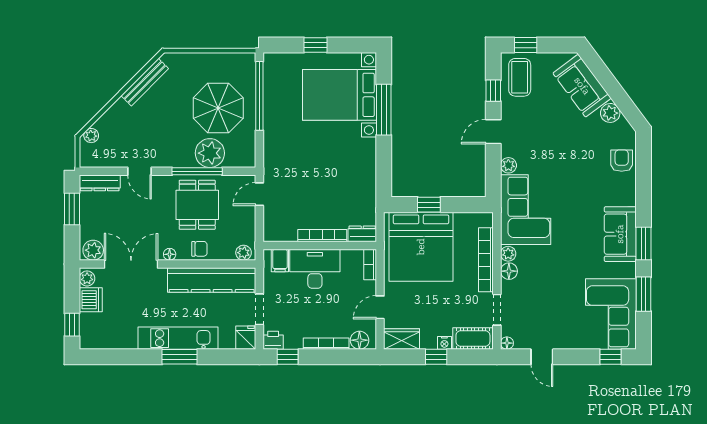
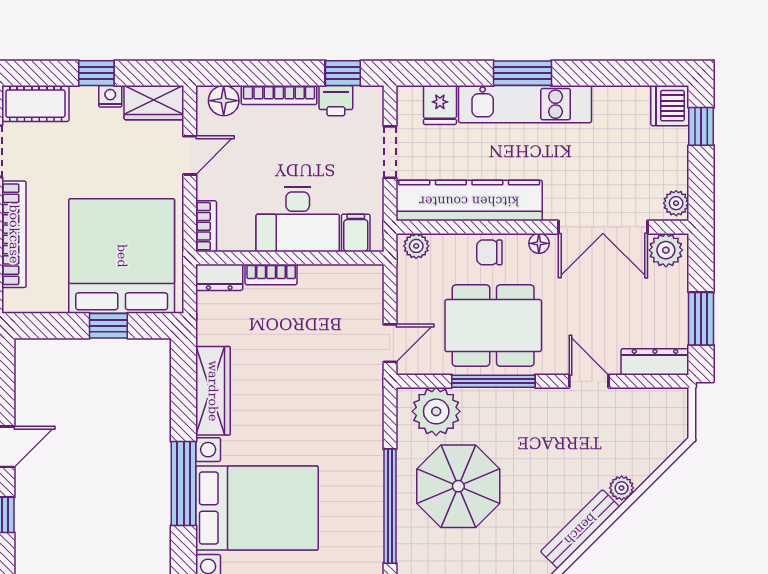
plant: (91, 136) -> (622, 488), moved
plant: (210, 153) -> (436, 411), moved
wardrobe: (366, 165) -> (213, 391), added
dining table: (197, 205) -> (493, 326), width x1.38
bookcase: (322, 236) -> (271, 274), width x0.64
dishwasher: (91, 300) -> (670, 106), moved
fridge: (246, 338) -> (440, 105), moved
printer: (273, 340) -> (336, 101), moved
nightstand: (444, 343) -> (110, 96), moved

